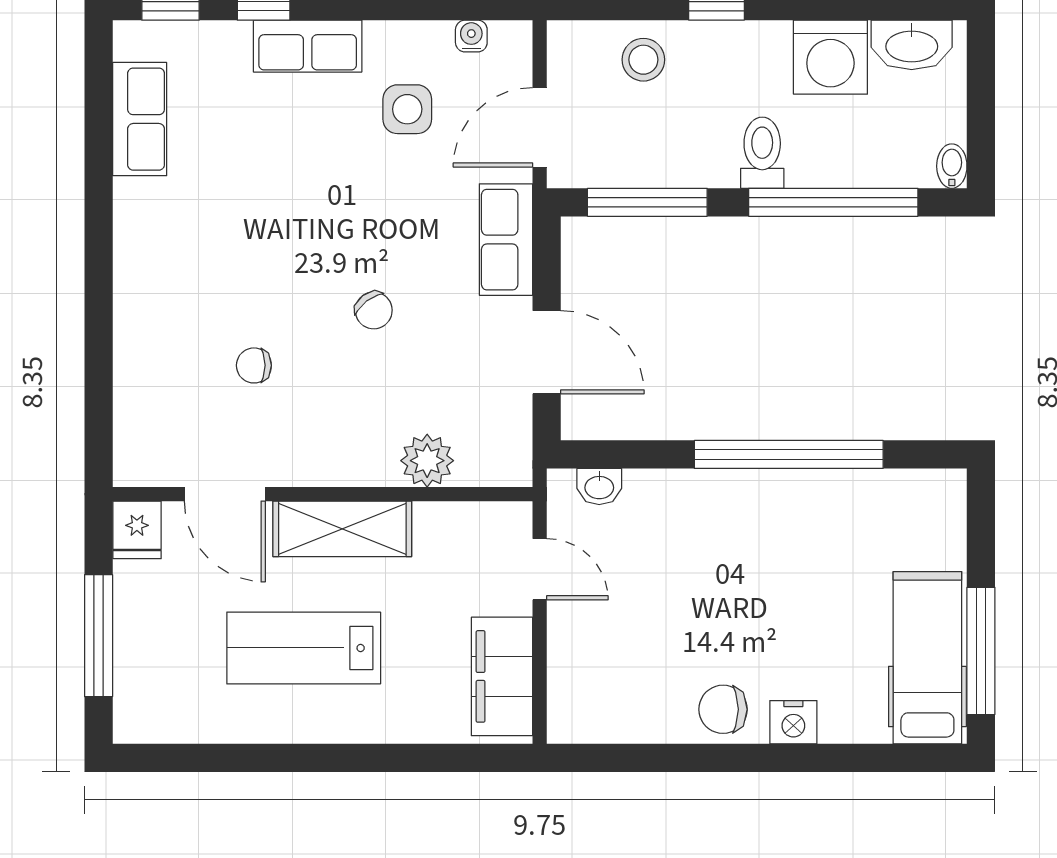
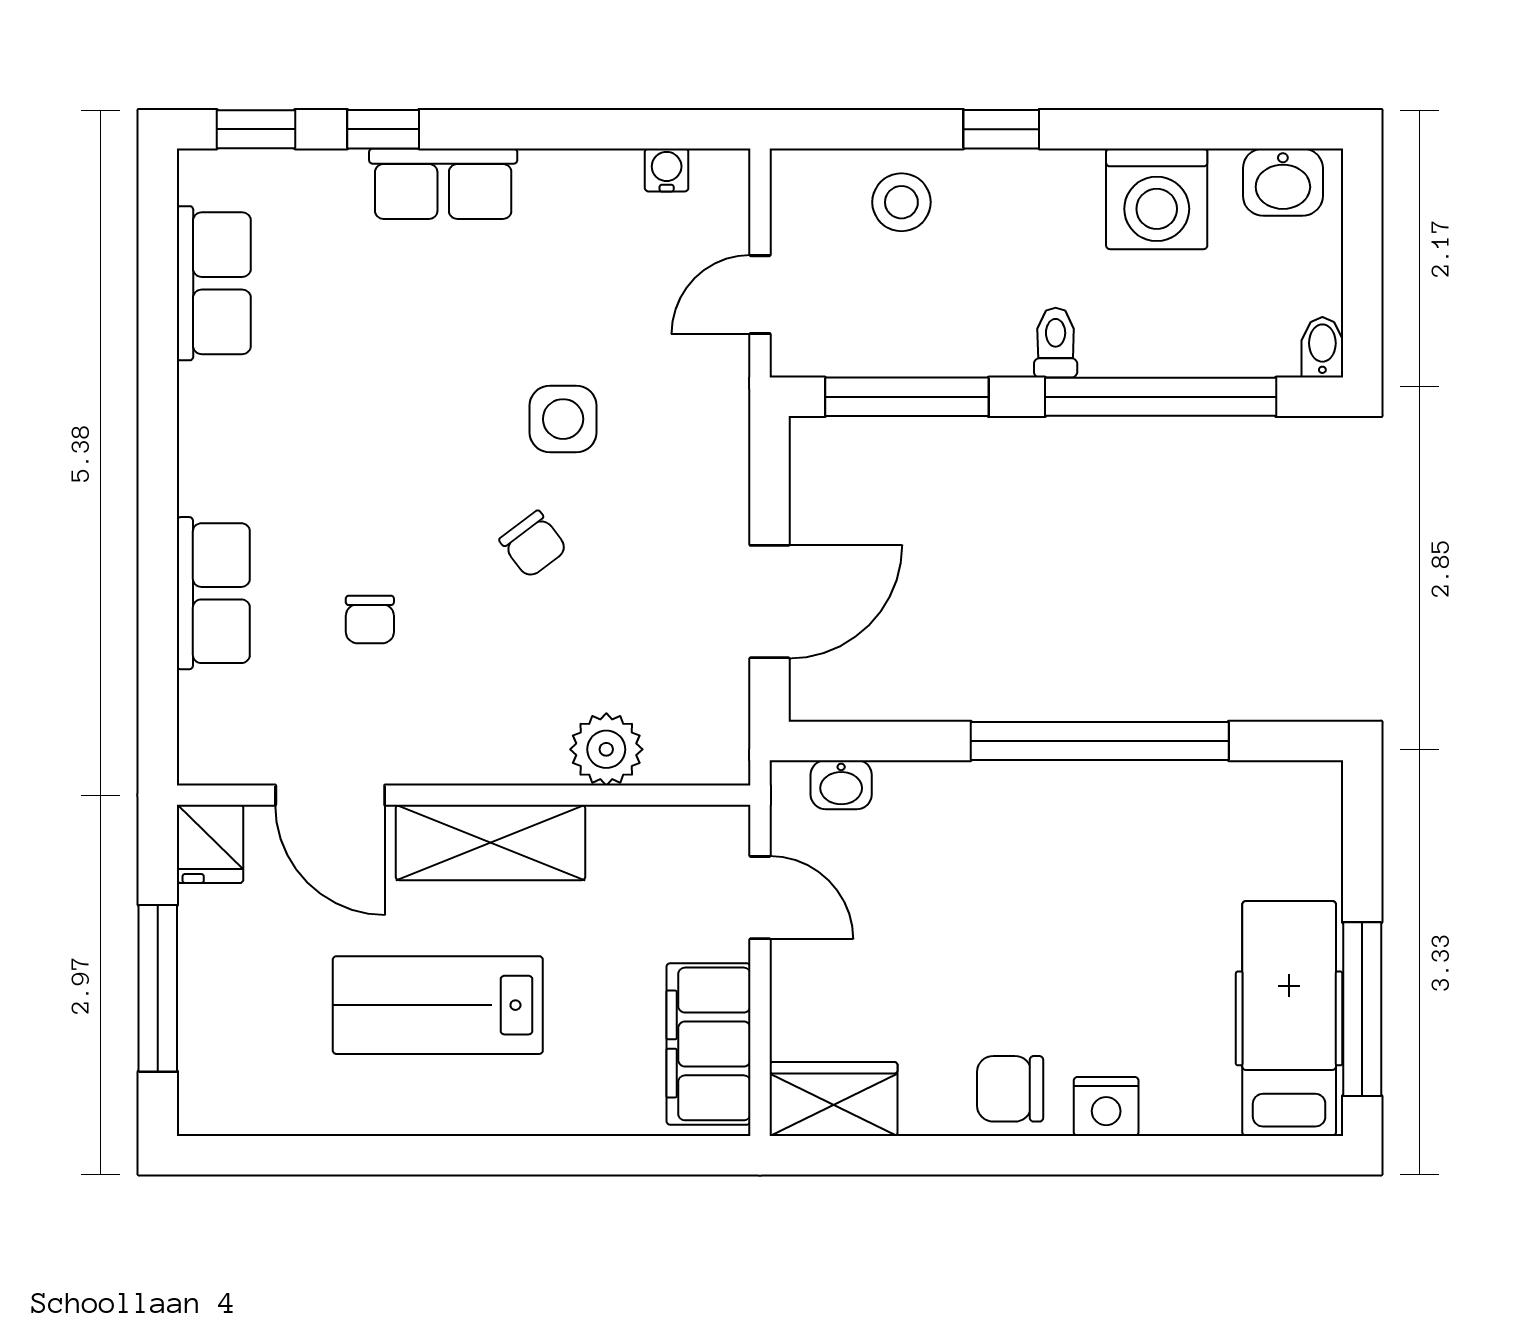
washbasin: (912, 45) -> (1283, 182), width x0.72
side table: (407, 109) -> (563, 419), moved
door: (540, 127) -> (760, 295), width x0.73
toilet: (762, 153) -> (1056, 343), width x0.73, depth x0.72
row of seats: (506, 240) -> (213, 593), moved, turned 180
door: (547, 352) -> (770, 602), hinge flipped
chair: (254, 365) -> (370, 620), turned -90
wardrobe: (594, 717) -> (833, 1099), added

